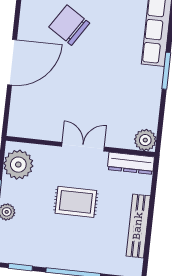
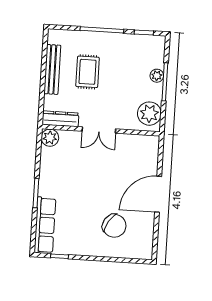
rug: (76, 202) -> (88, 72), moved, turned 90

